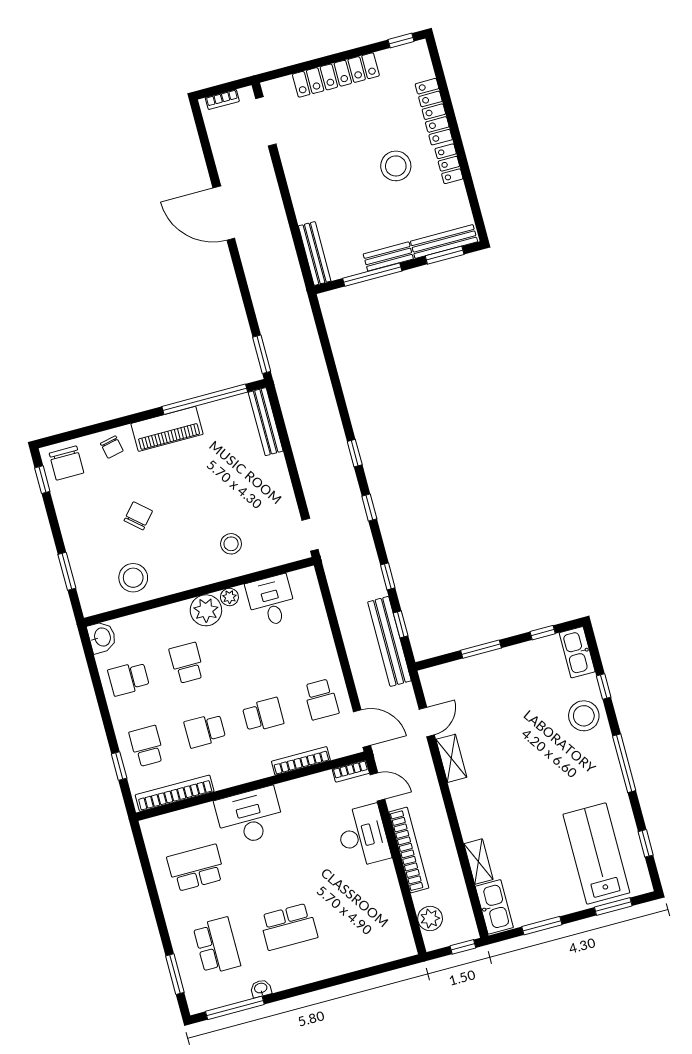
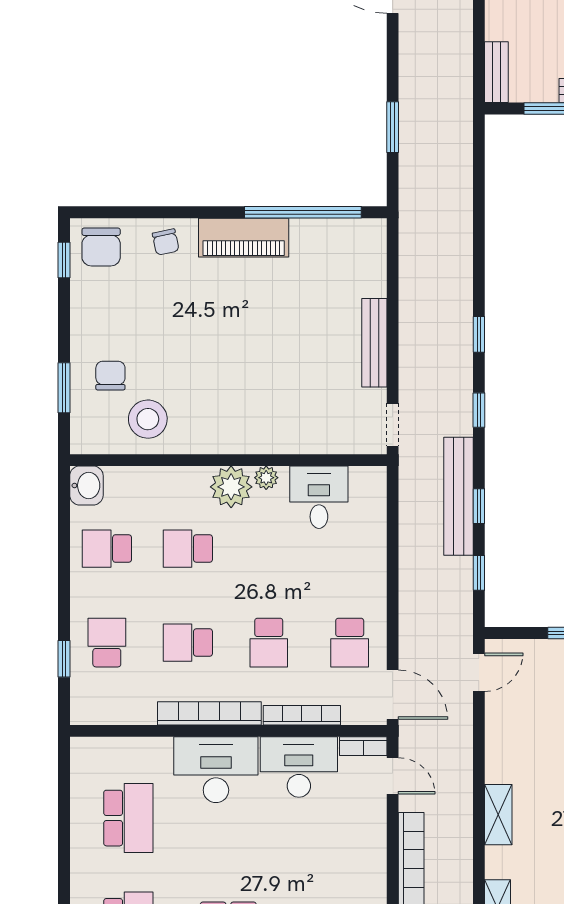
bench: (315, 253) -> (496, 72), width x0.73
window: (262, 354) -> (393, 127), moved
bench: (266, 422) -> (374, 343), moved
chair: (138, 516) -> (110, 376), moved, turned -41
stool: (231, 544) -> (287, 409), removed
bench: (389, 641) -> (459, 496), moved
school desk: (187, 663) -> (188, 549), turned -90
school desk: (263, 715) -> (269, 643), turned 90
door: (427, 722) -> (479, 672), moved
shelving: (451, 758) -> (498, 815), moved
bookcase: (175, 793) -> (209, 713), moved
desk: (363, 836) -> (299, 767), moved, turned -90
school desk: (196, 868) -> (128, 818), turned 90

